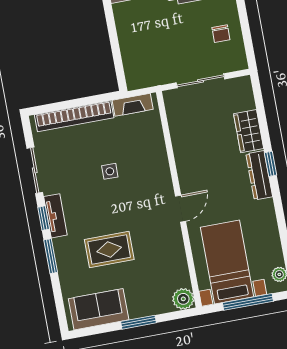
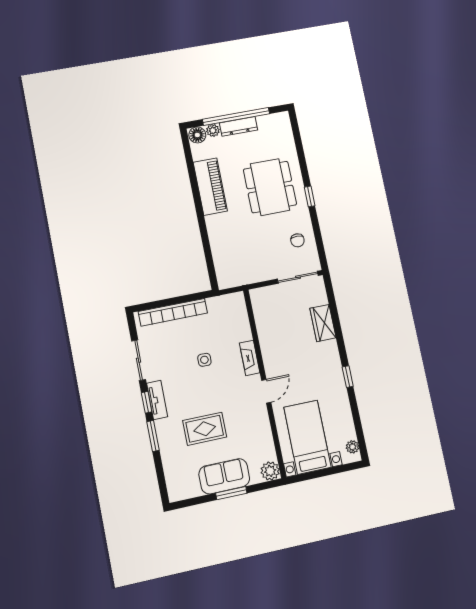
sliding door: (201, 81) -> (298, 277), moved
fireplace: (133, 105) -> (250, 358), moved, turned 90
window: (271, 164) -> (348, 377), moved
dresser: (259, 175) -> (333, 361), removed
window: (248, 302) -> (326, 472), removed
sofa: (99, 309) -> (224, 476), moved

